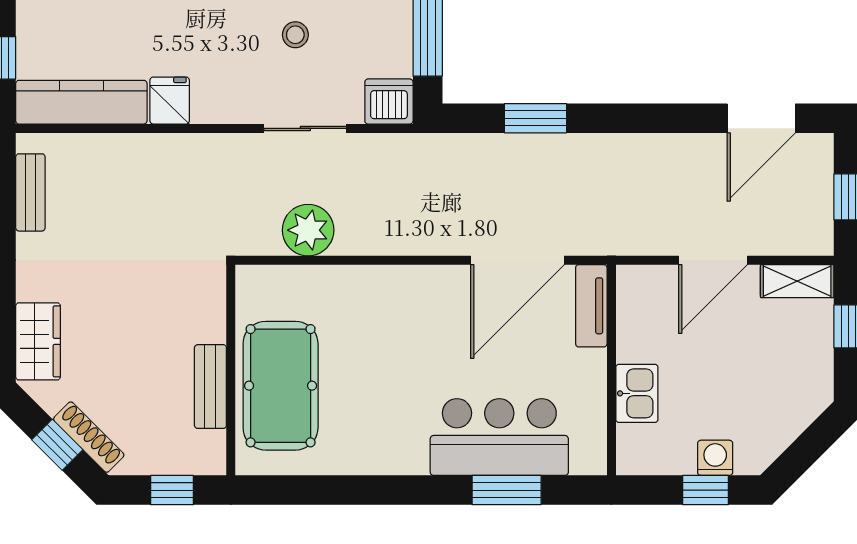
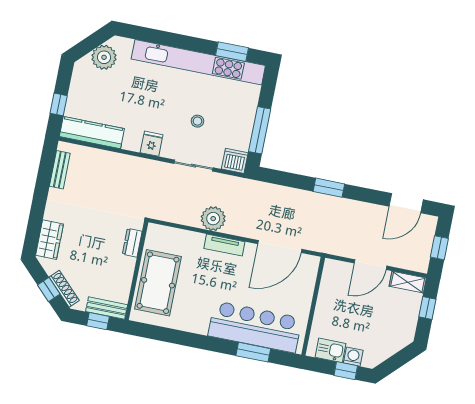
fridge: (170, 101) -> (152, 144), moved
window: (536, 118) -> (329, 188), moved
plant: (308, 230) -> (213, 219), moved
tv unit: (591, 306) -> (224, 245), moved, turned -90
dresser: (211, 313) -> (132, 243), added
bench: (210, 387) -> (107, 308), moved, turned 90
kitchen sink: (637, 393) -> (330, 350), moved, turned -90
bar counter: (499, 437) -> (255, 327), width x1.36

